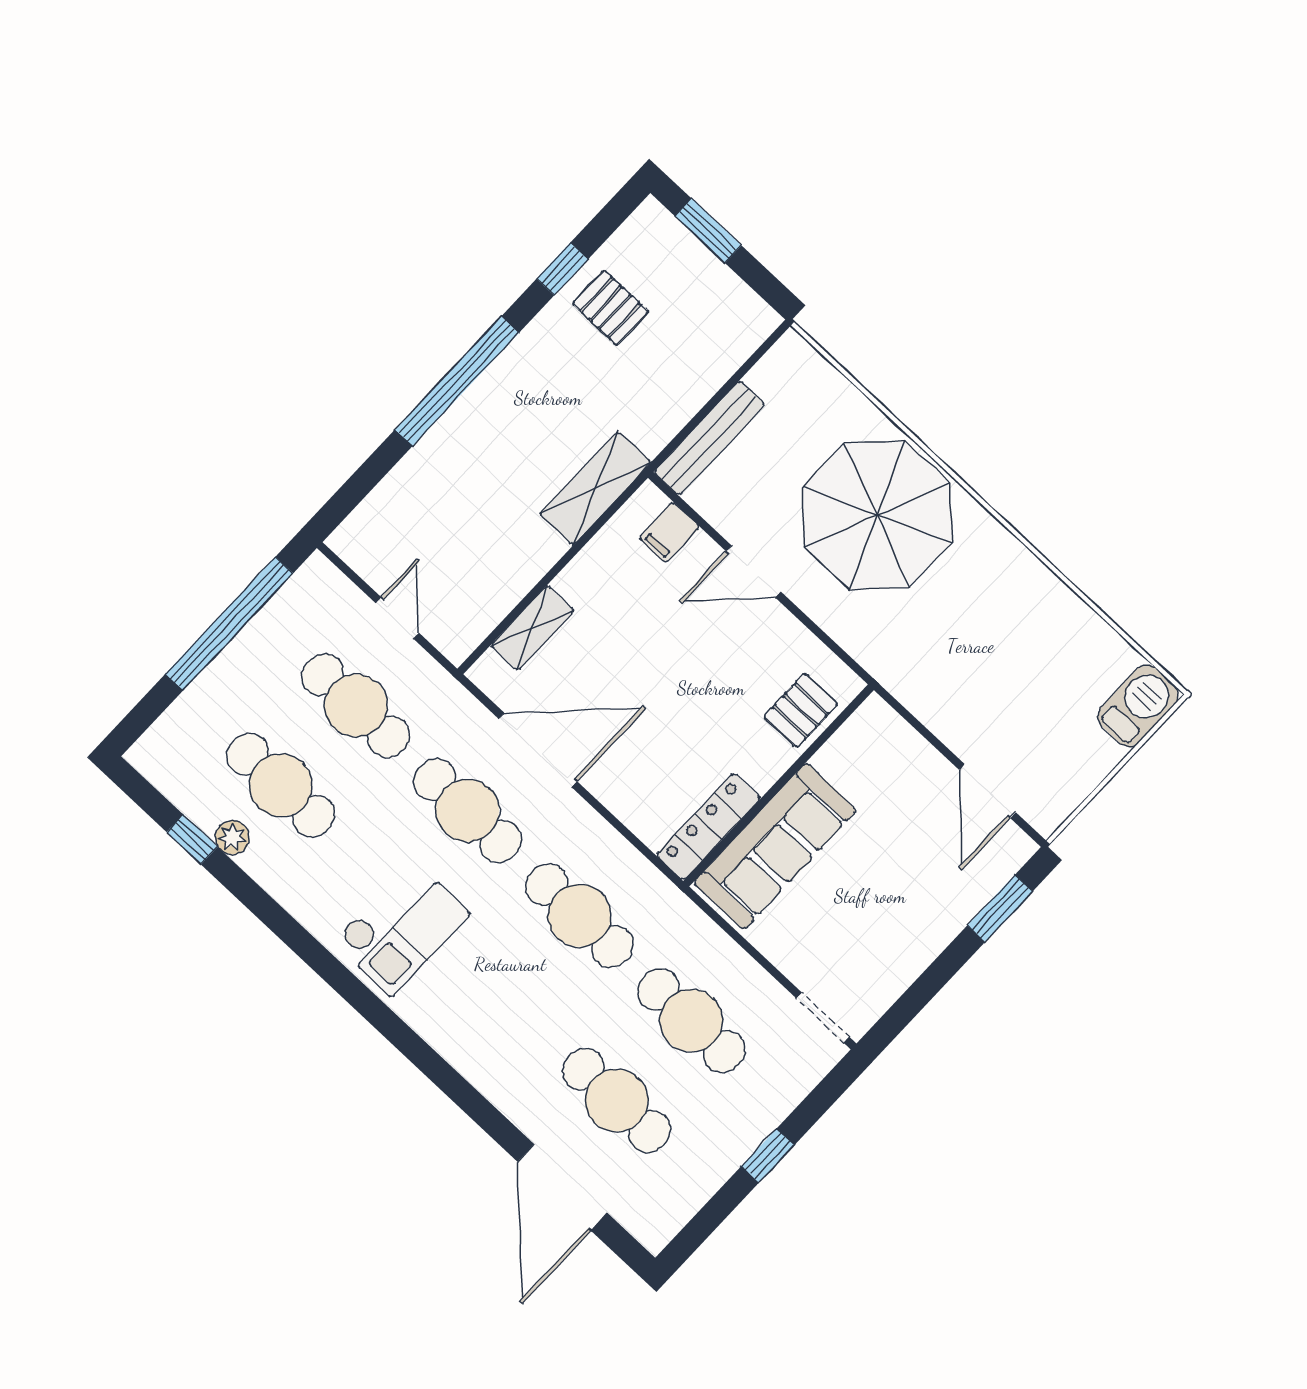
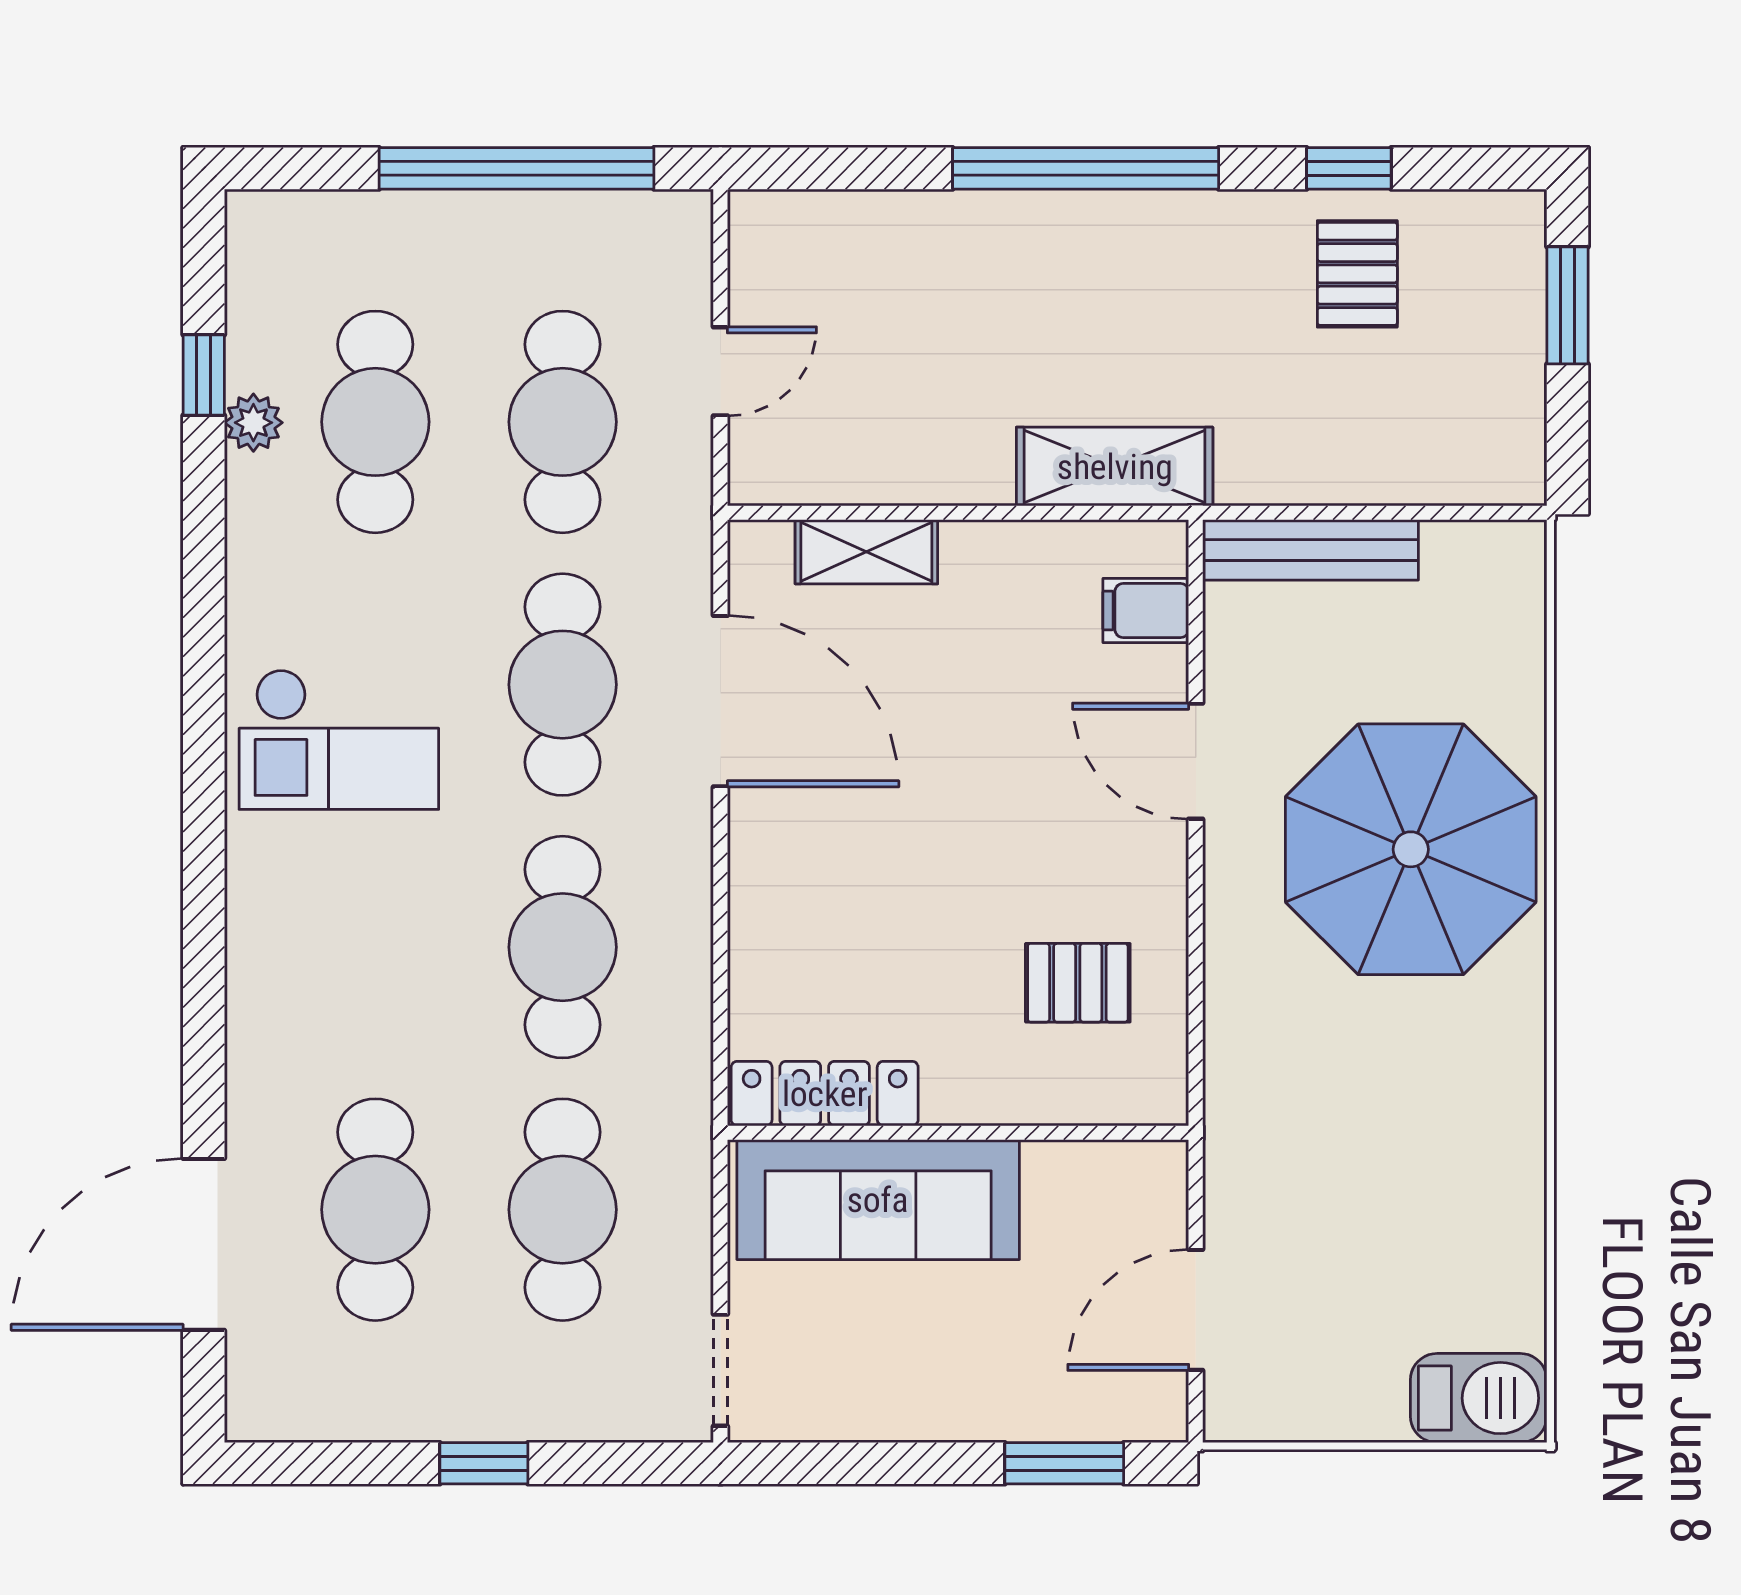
wall: (779, 785) -> (958, 1133), moved
locker: (709, 827) -> (825, 1094), moved
sofa: (775, 846) -> (878, 1200), moved

